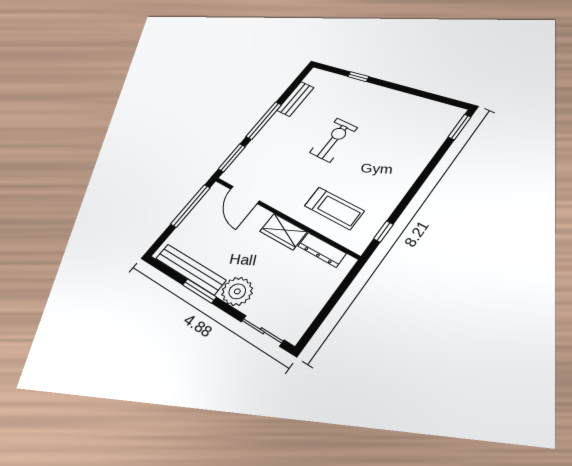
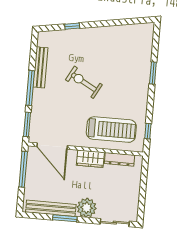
bench: (295, 99) -> (40, 67), width x1.36
window: (460, 127) -> (153, 73), moved
exercise bike: (334, 140) -> (84, 82), turned -61
door: (245, 195) -> (52, 146), width x1.36
treadmill: (334, 208) -> (111, 130), width x1.37, depth x1.38

